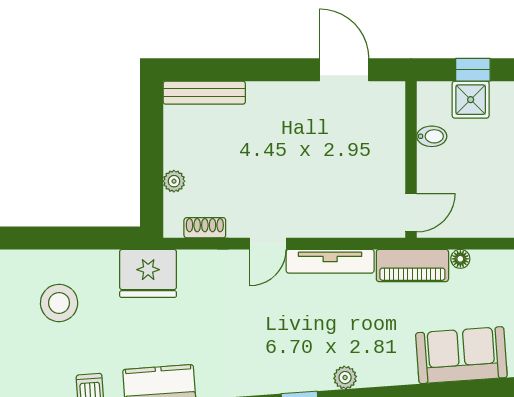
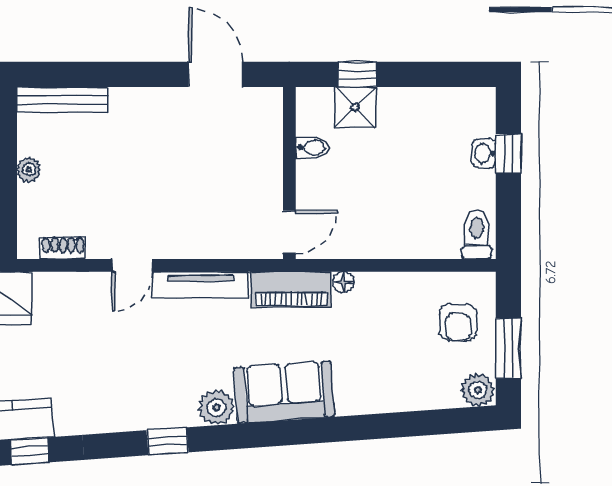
plant: (174, 181) -> (29, 170), moved
sofa: (461, 355) -> (284, 392), moved
plant: (345, 378) -> (217, 408), width x1.38, depth x1.38

